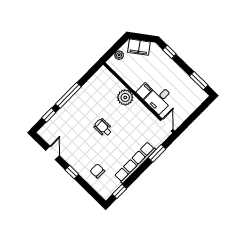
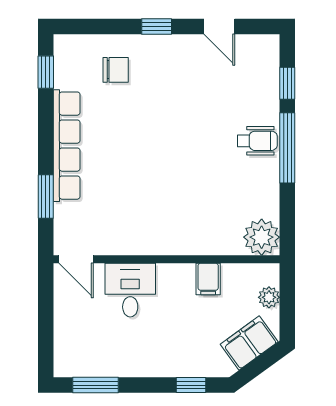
filing cabinet: (144, 91) -> (208, 279), moved
plant: (125, 97) -> (262, 237), moved
wheelchair: (103, 128) -> (257, 141), moved

